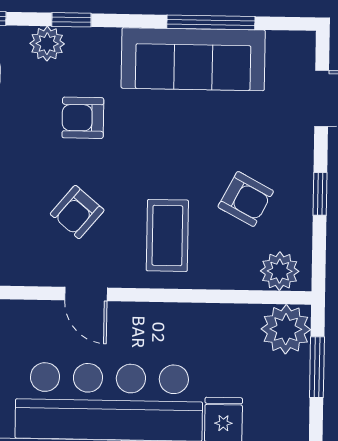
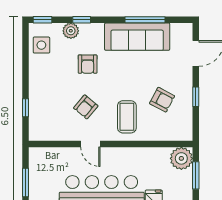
armchair: (83, 118) -> (88, 64), turned -90
plant: (280, 271) -> (178, 132), removed

